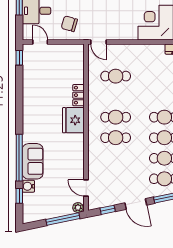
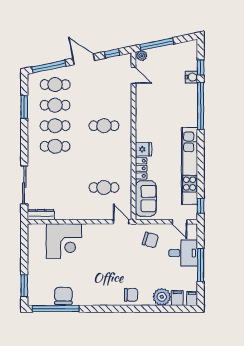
kitchen unit: (30, 98) -> (190, 166), added
cafe table: (116, 117) -> (104, 146), removed
fridge: (73, 120) -> (143, 149), width x0.53, depth x0.75
sofa: (33, 161) -> (146, 199), moved, turned 180

